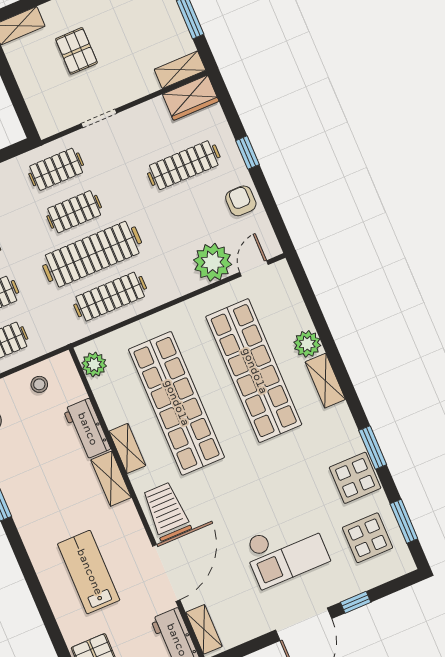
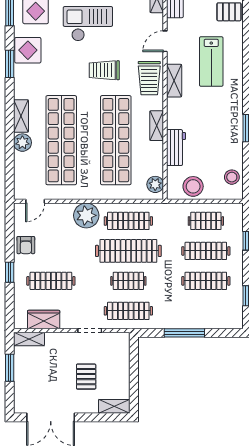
wardrobe: (191, 98) -> (44, 320), moved
clothes rail: (56, 169) -> (128, 311), width x1.36
plant: (213, 262) -> (86, 215), moved
stool: (39, 384) -> (193, 186), width x1.89, depth x1.89
shelving: (111, 479) -> (174, 81), moved
trolley: (235, 495) -> (104, 70), added
door: (166, 573) -> (165, 41), width x0.53

